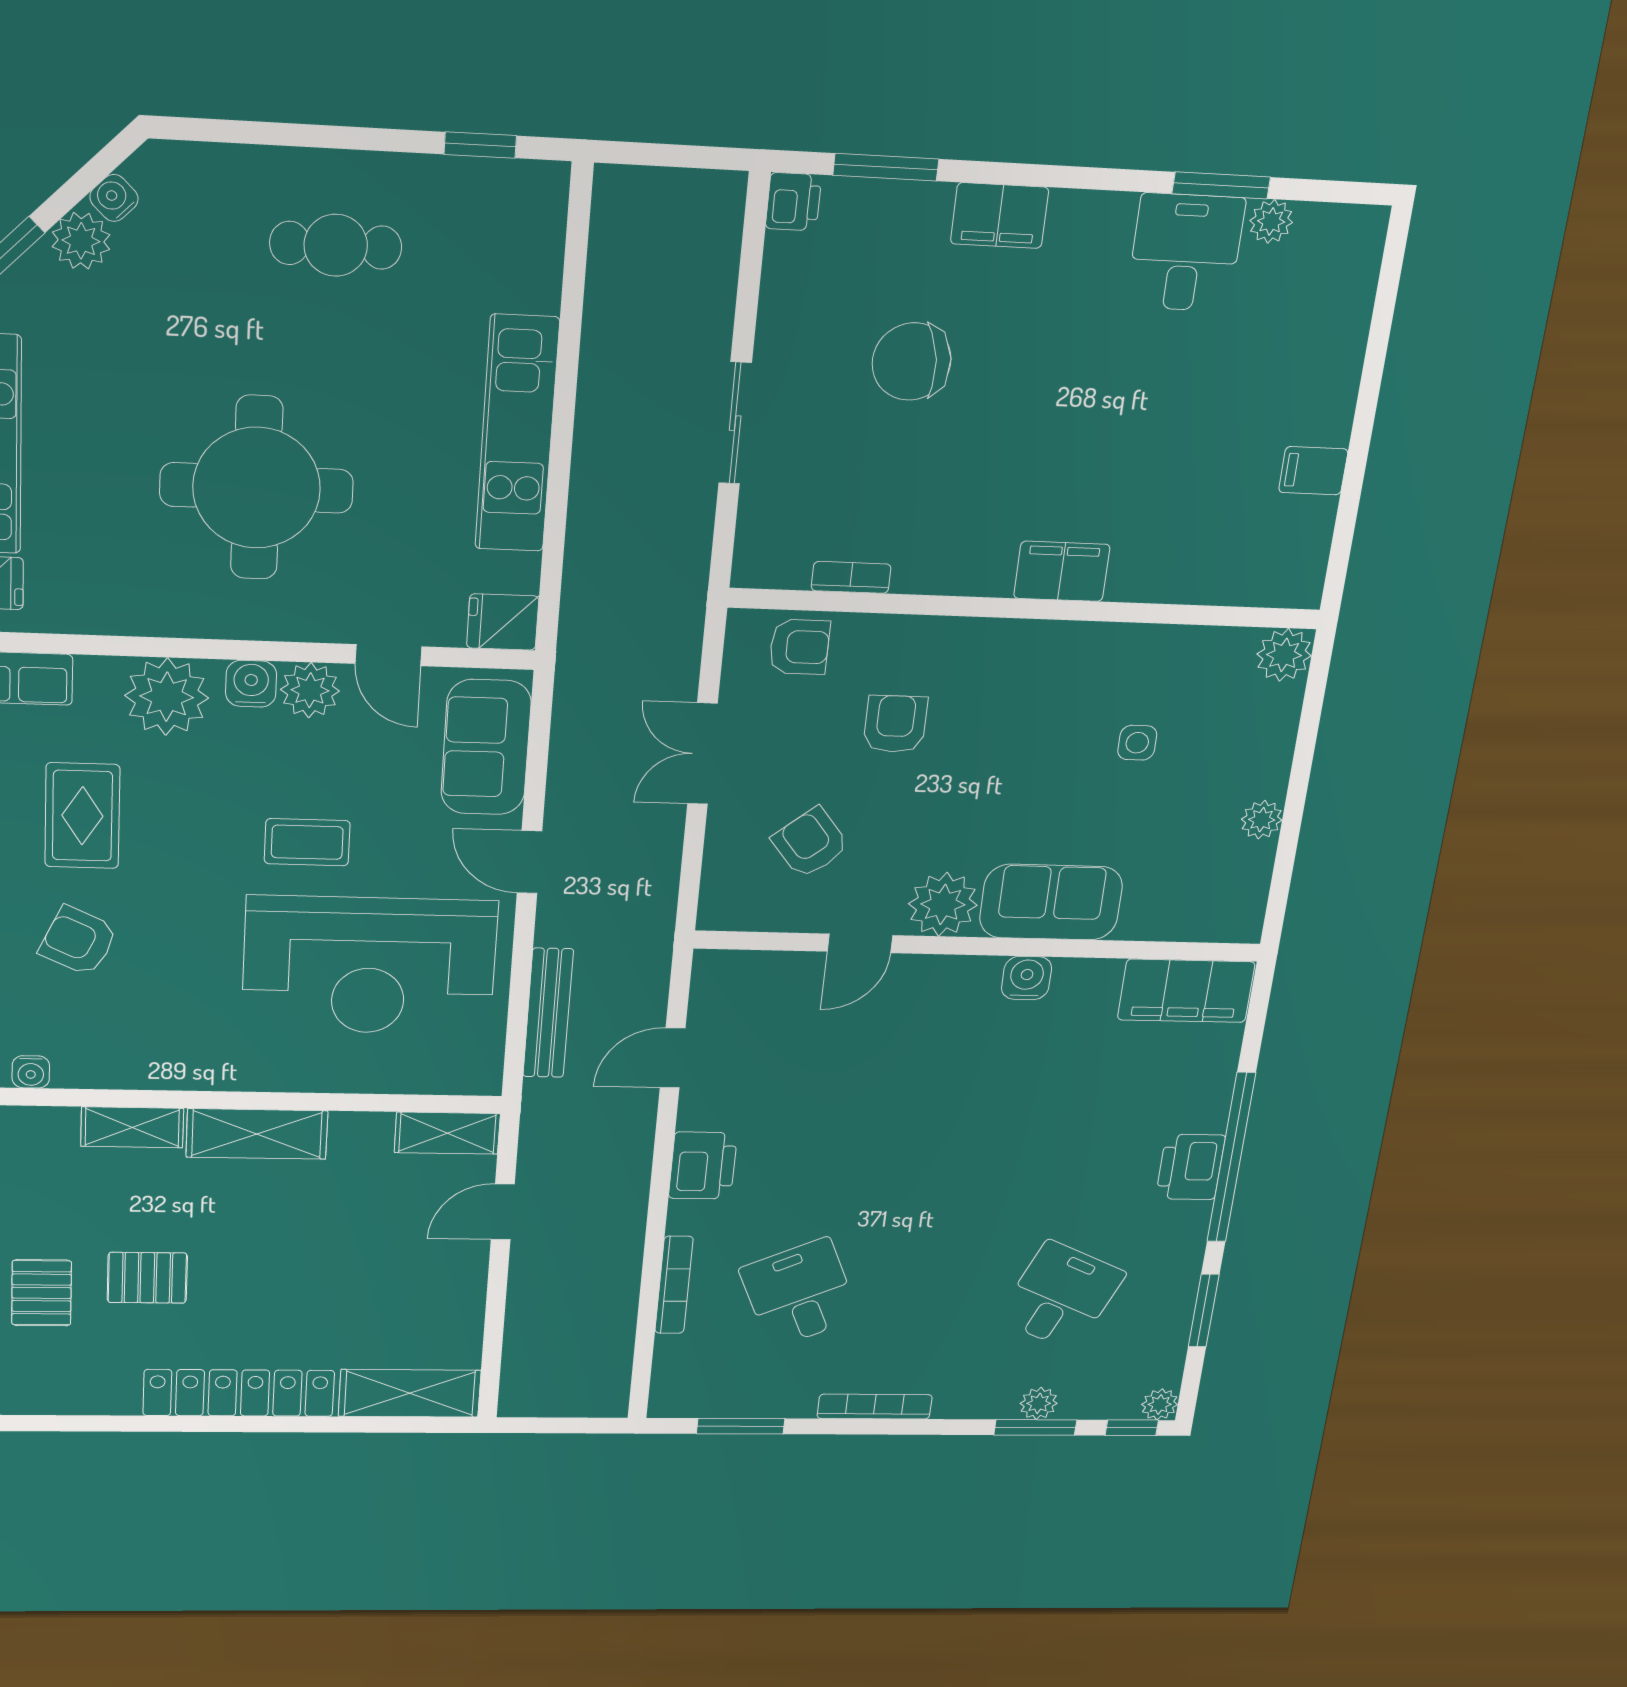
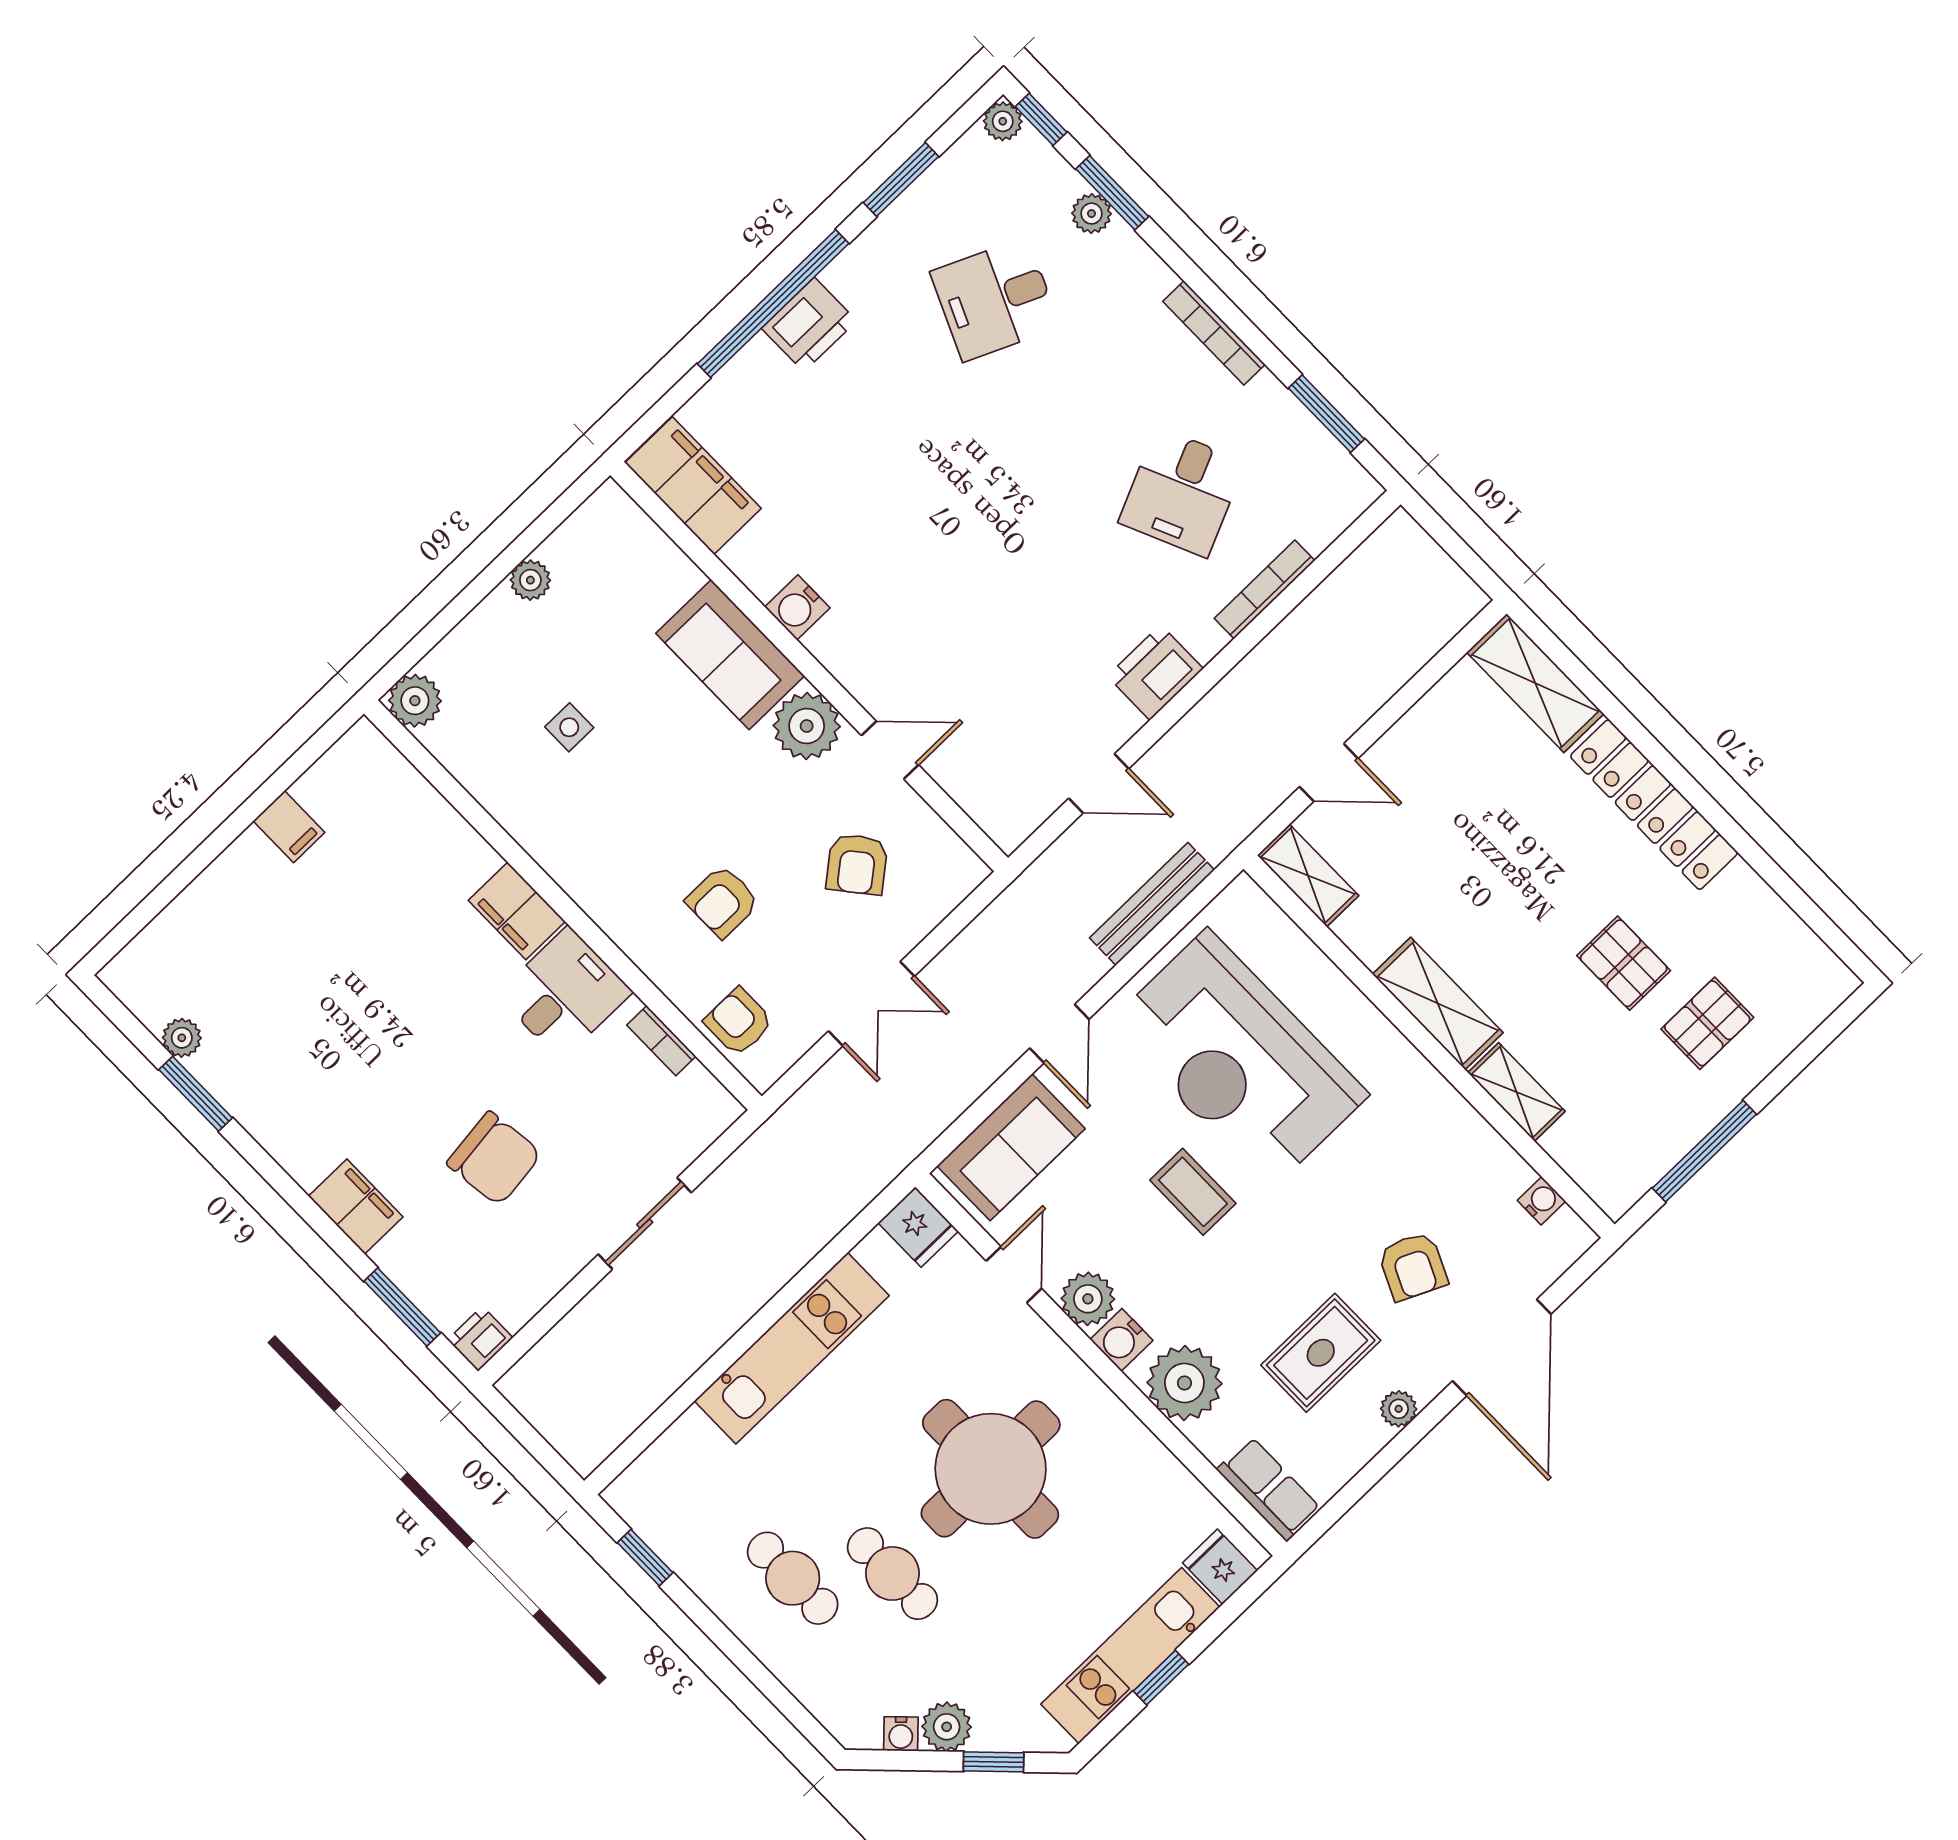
desk: (1185, 253) -> (565, 993), moved, turned 180
cafe table: (254, 328) -> (892, 1574), added
reception desk: (369, 966) -> (1238, 1059), turned 180

